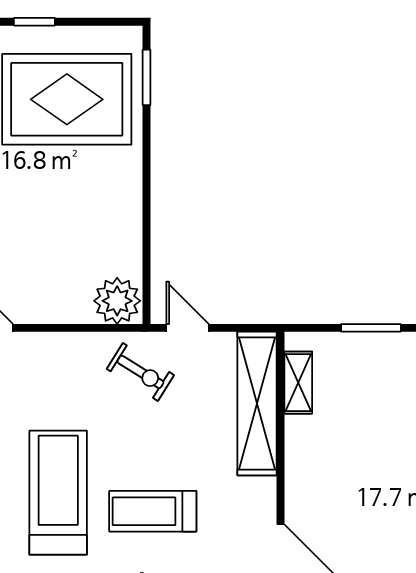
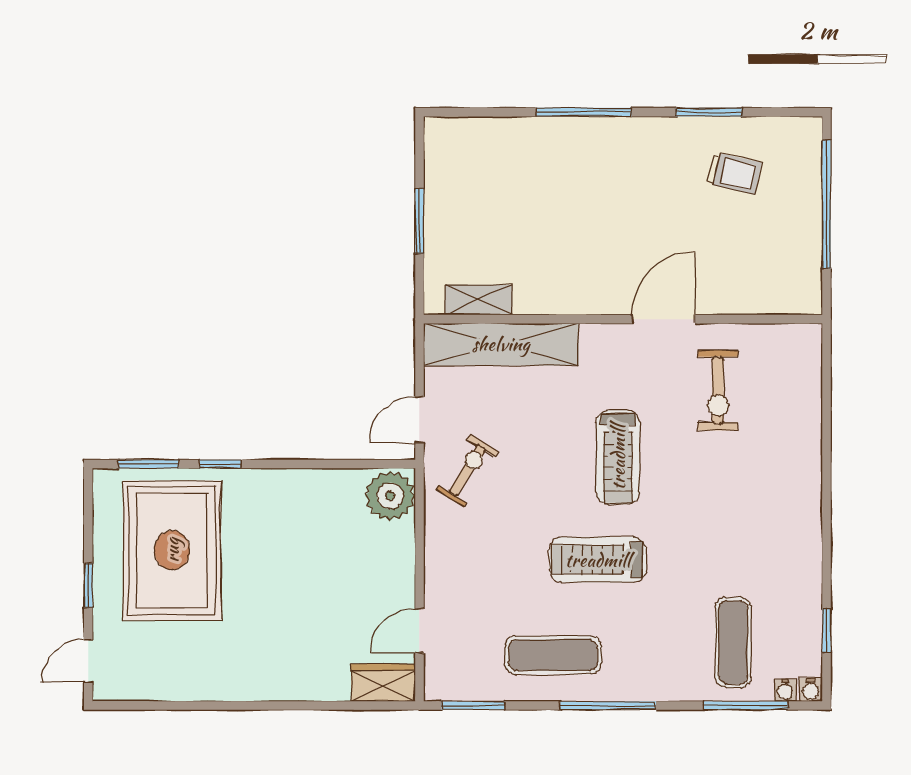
window: (147, 144) -> (220, 464), added
treadmill: (58, 493) -> (598, 560), width x0.73, depth x0.73

